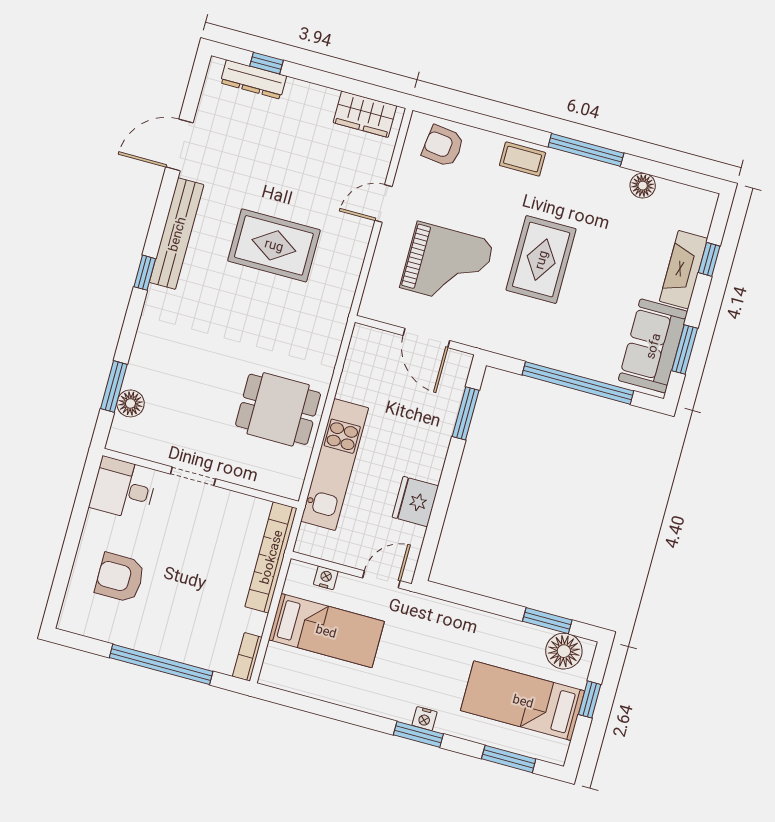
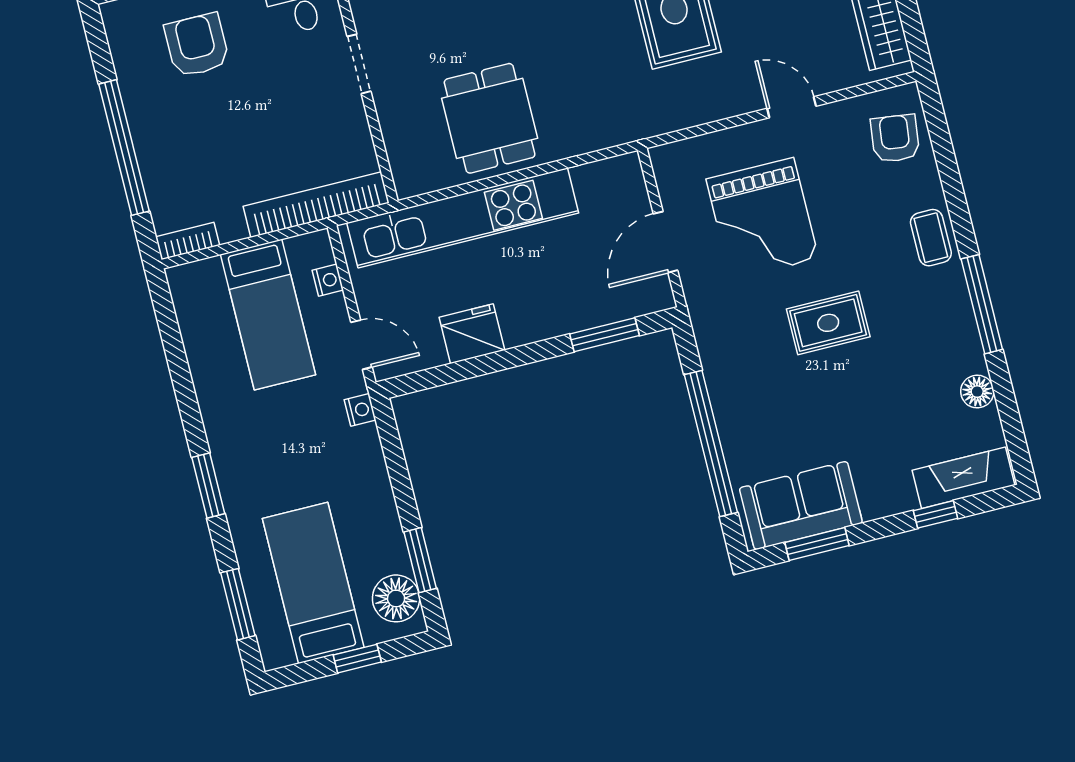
rug: (541, 260) -> (828, 323), width x0.73, depth x0.70
fireplace: (683, 270) -> (963, 478), moved
kitchen unit: (335, 464) -> (463, 218), width x1.36
nightstand: (425, 719) -> (360, 410), moved, turned 180

